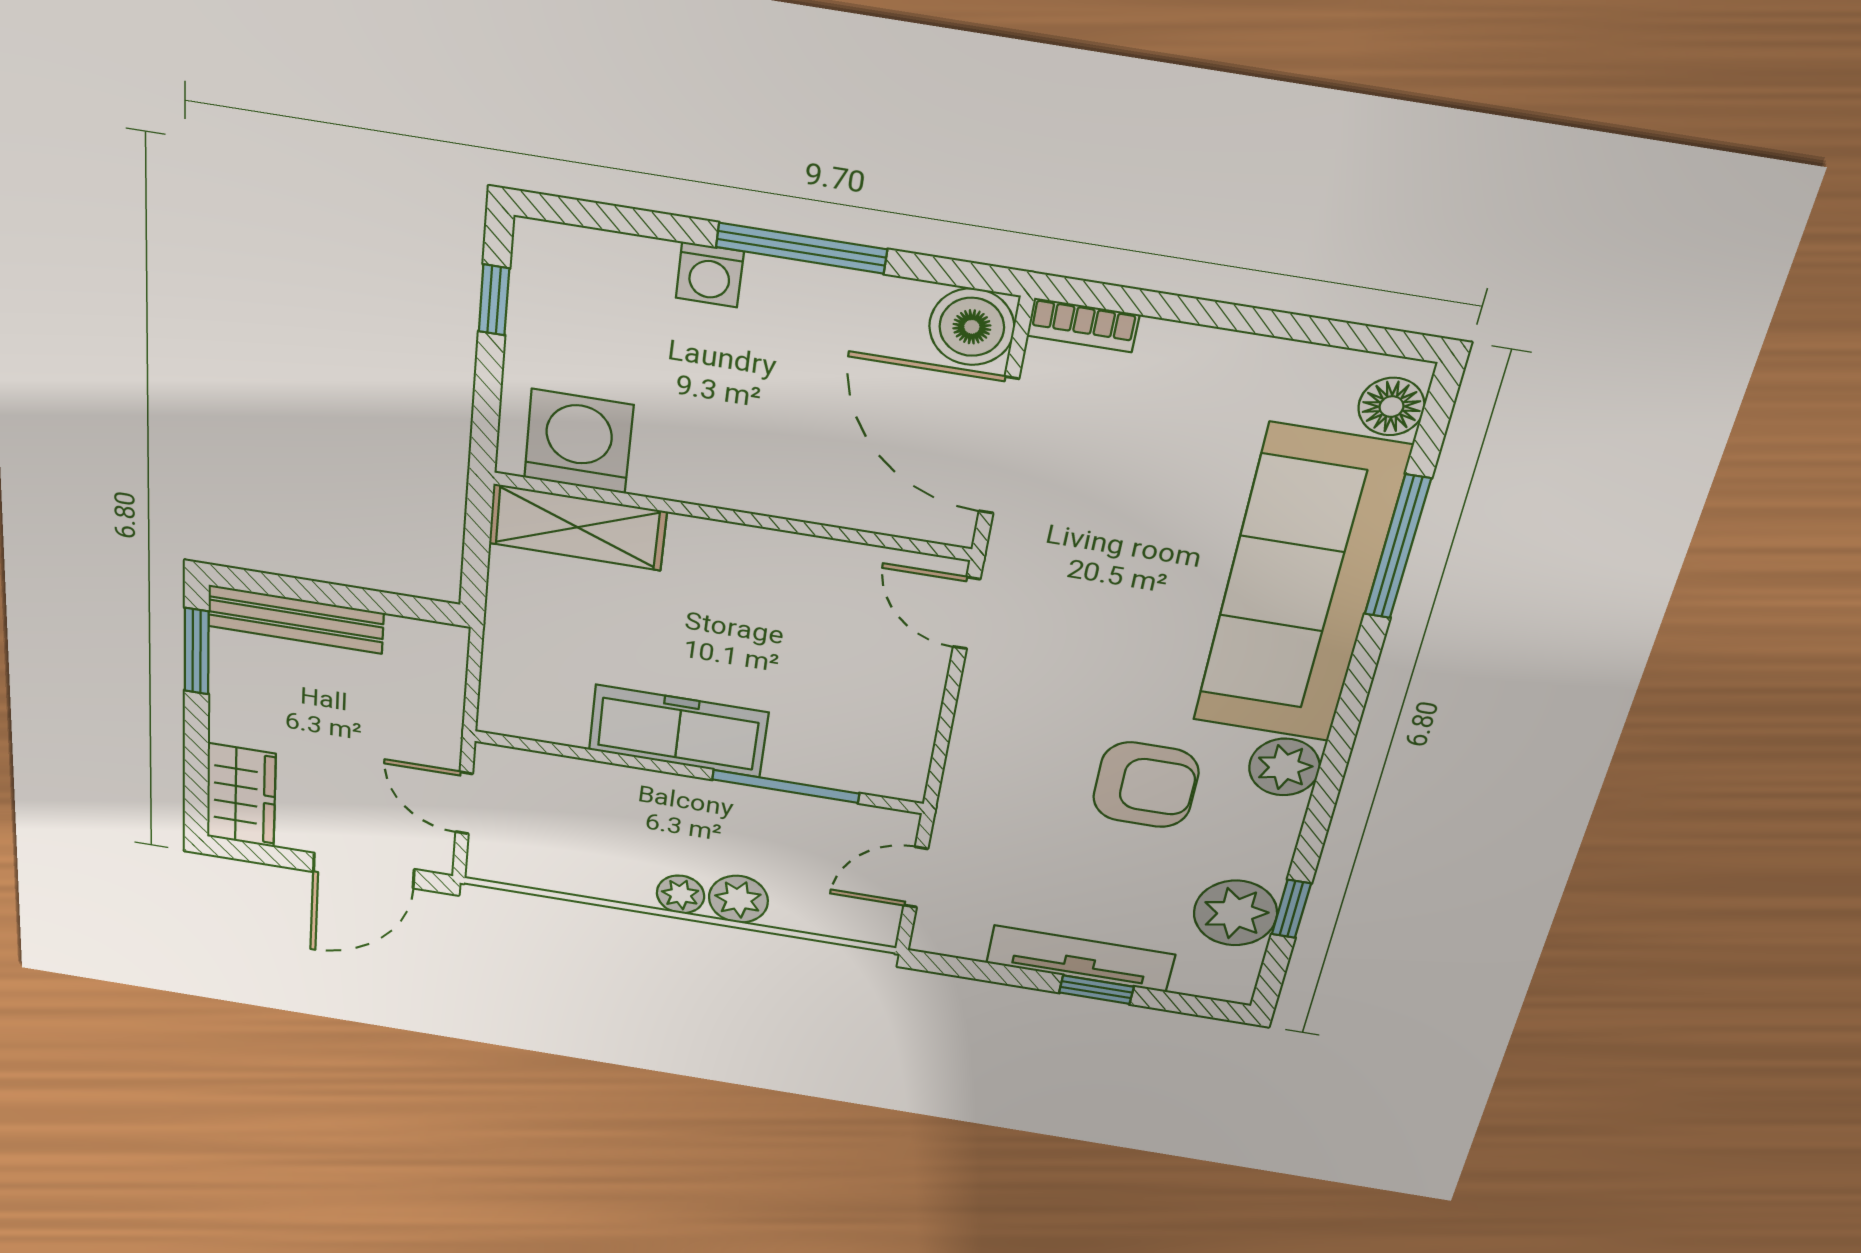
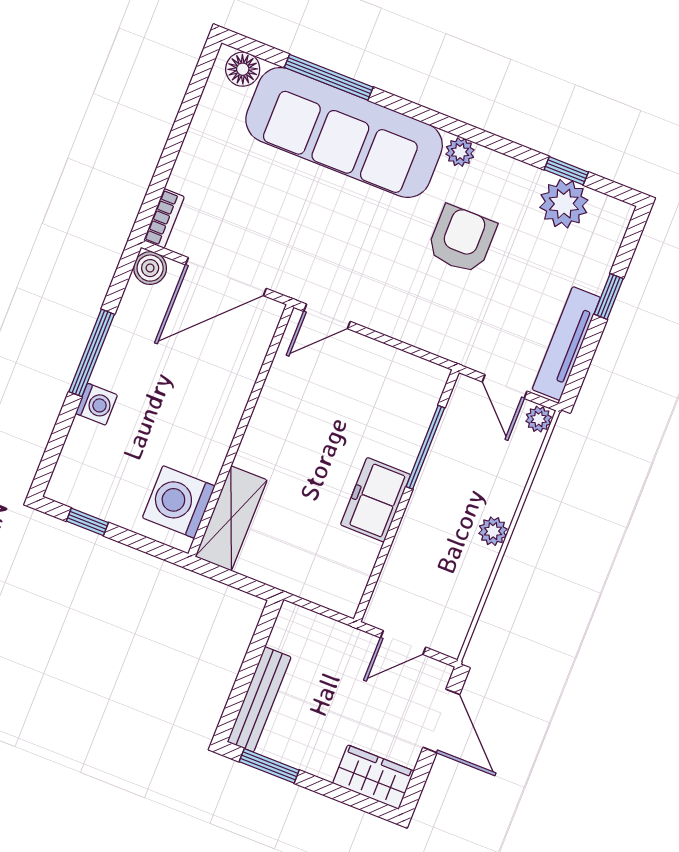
boiler: (972, 327) -> (150, 268), width x0.73, depth x0.73
freezer: (678, 731) -> (376, 500), width x0.71
plant: (1284, 767) -> (460, 152), width x0.73, depth x0.73
plant: (738, 899) -> (539, 419), moved, width x0.73, depth x0.73
tv unit: (1080, 959) -> (566, 343), moved

